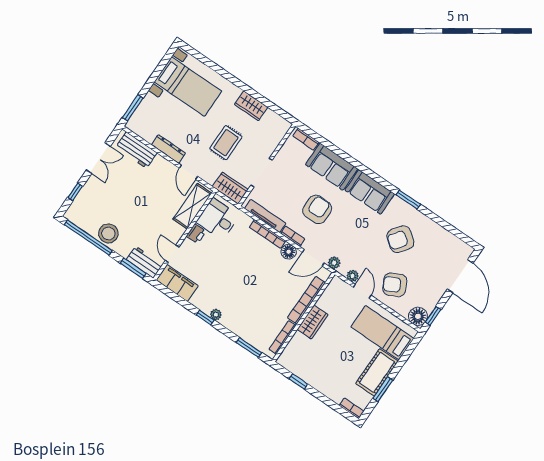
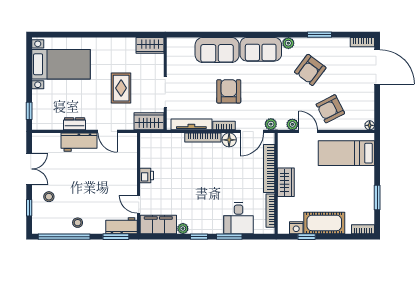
wardrobe: (251, 106) -> (150, 45), moved
window: (133, 108) -> (29, 111), width x0.67
bookcase: (306, 139) -> (362, 42), moved
dresser: (168, 149) -> (75, 124), width x0.70
workbench: (136, 150) -> (79, 142), moved
stool: (99, 194) -> (49, 197), added
window: (408, 200) -> (320, 35), moved
plant: (397, 203) -> (288, 43), added
shelving: (192, 206) -> (129, 156), removed
desk: (218, 219) -> (239, 218), moved, turned -90
stool: (108, 233) -> (78, 223), width x0.53, depth x0.53
plant: (216, 315) -> (183, 229), moved
floor lamp: (418, 316) -> (370, 125), width x0.53, depth x0.53
window: (433, 316) -> (377, 113), removed
window: (249, 348) -> (229, 237), moved
nightstand: (295, 368) -> (296, 228), added
cot: (377, 372) -> (324, 223), moved, turned 90

